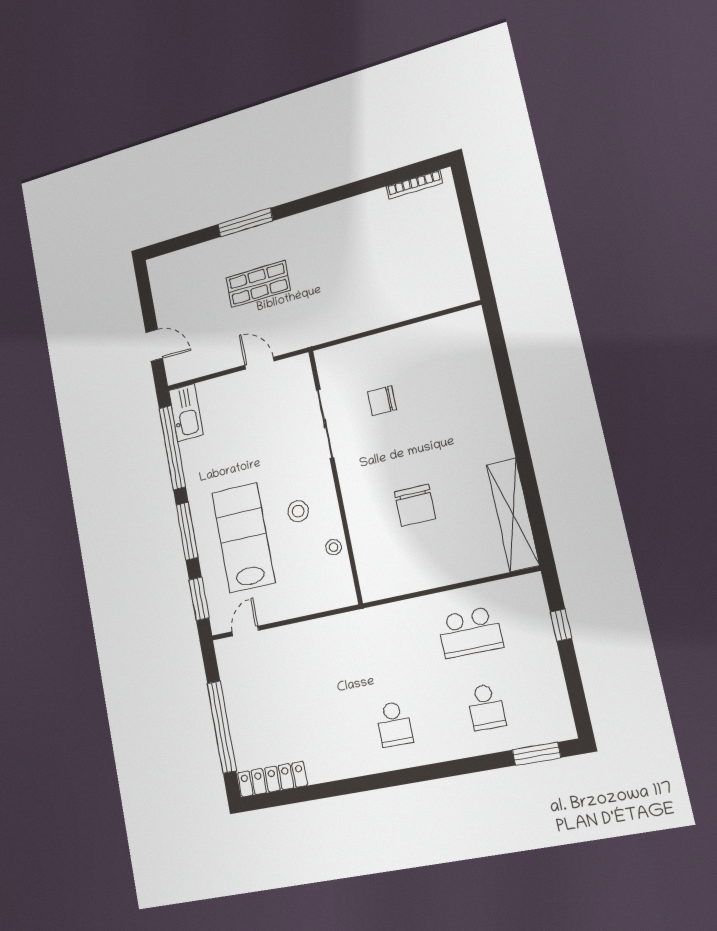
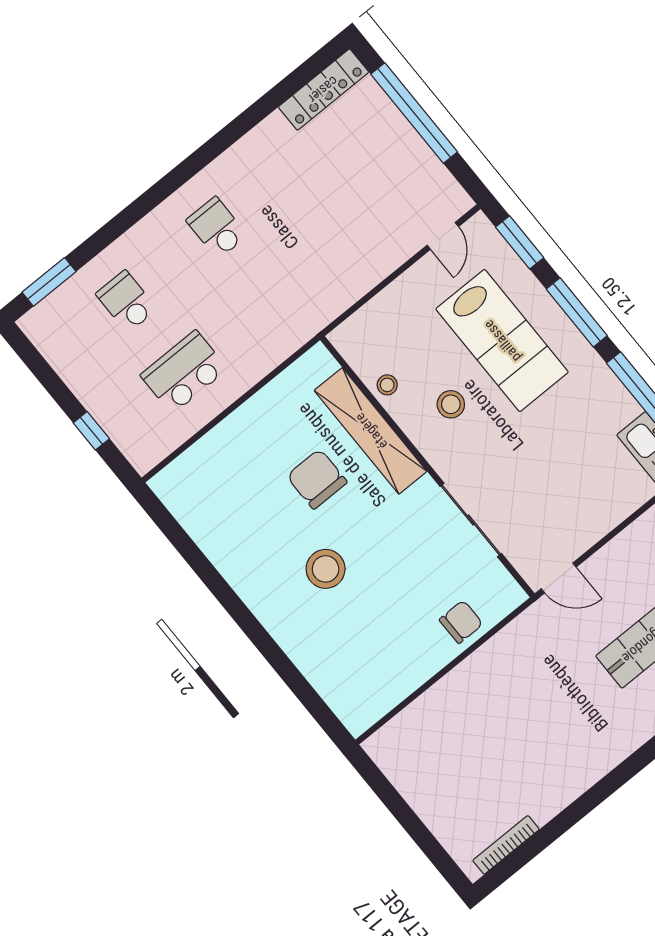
door: (259, 363) -> (559, 578), moved
chair: (382, 401) -> (461, 622), moved
stool: (441, 438) -> (326, 569), added
shelving: (513, 515) -> (371, 431), moved

